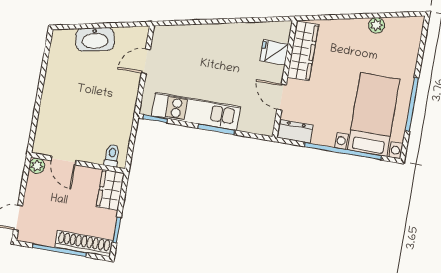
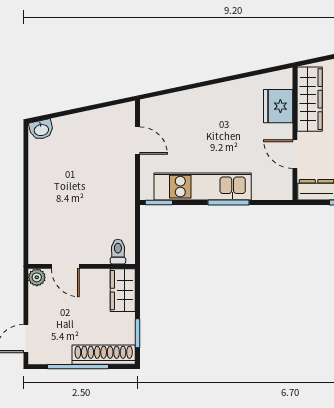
washbasin: (95, 39) -> (41, 130), moved, width x0.52, depth x0.69
fridge: (274, 52) -> (278, 106), width x1.38
door: (146, 61) -> (138, 141), swing flipped

